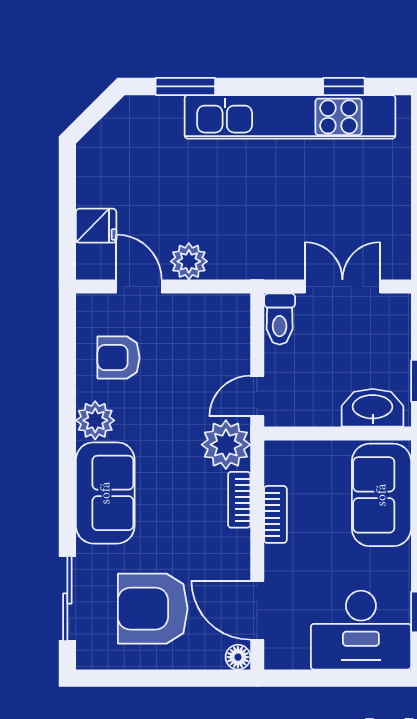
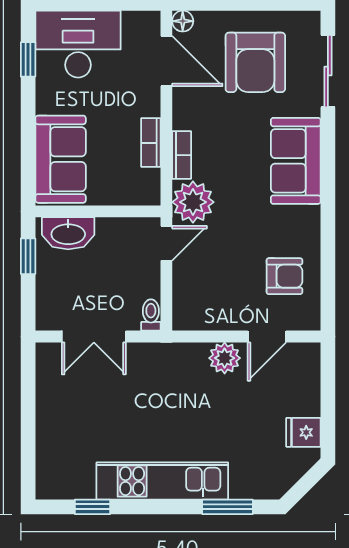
kitchen unit: (290, 117) -> (162, 481), width x0.73
fridge: (96, 226) -> (303, 432), moved
door: (139, 287) -> (267, 337), hinge flipped
toilet: (280, 319) -> (151, 315), width x0.73, depth x0.72
plant: (95, 420) -> (304, 223), removed
armchair: (153, 609) -> (255, 62), turned 90

